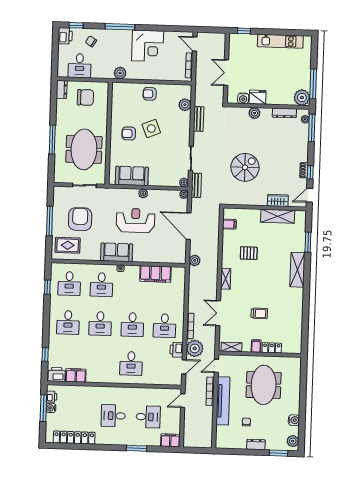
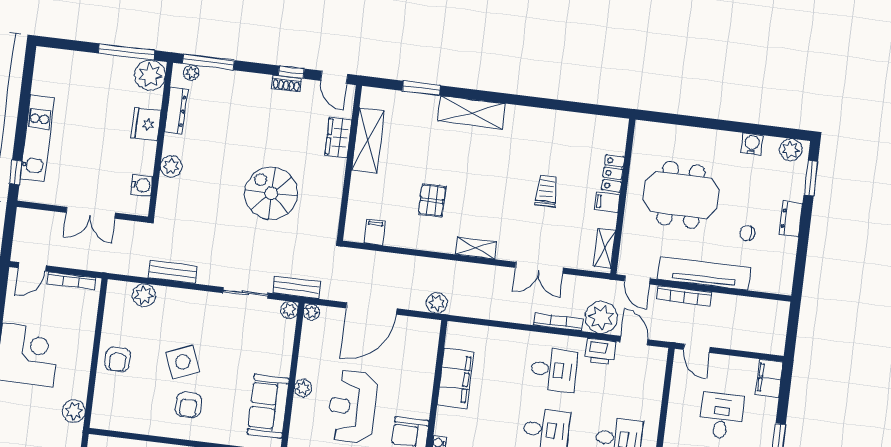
kitchen unit: (280, 41) -> (37, 138), moved
fridge: (258, 97) -> (146, 124), moved

